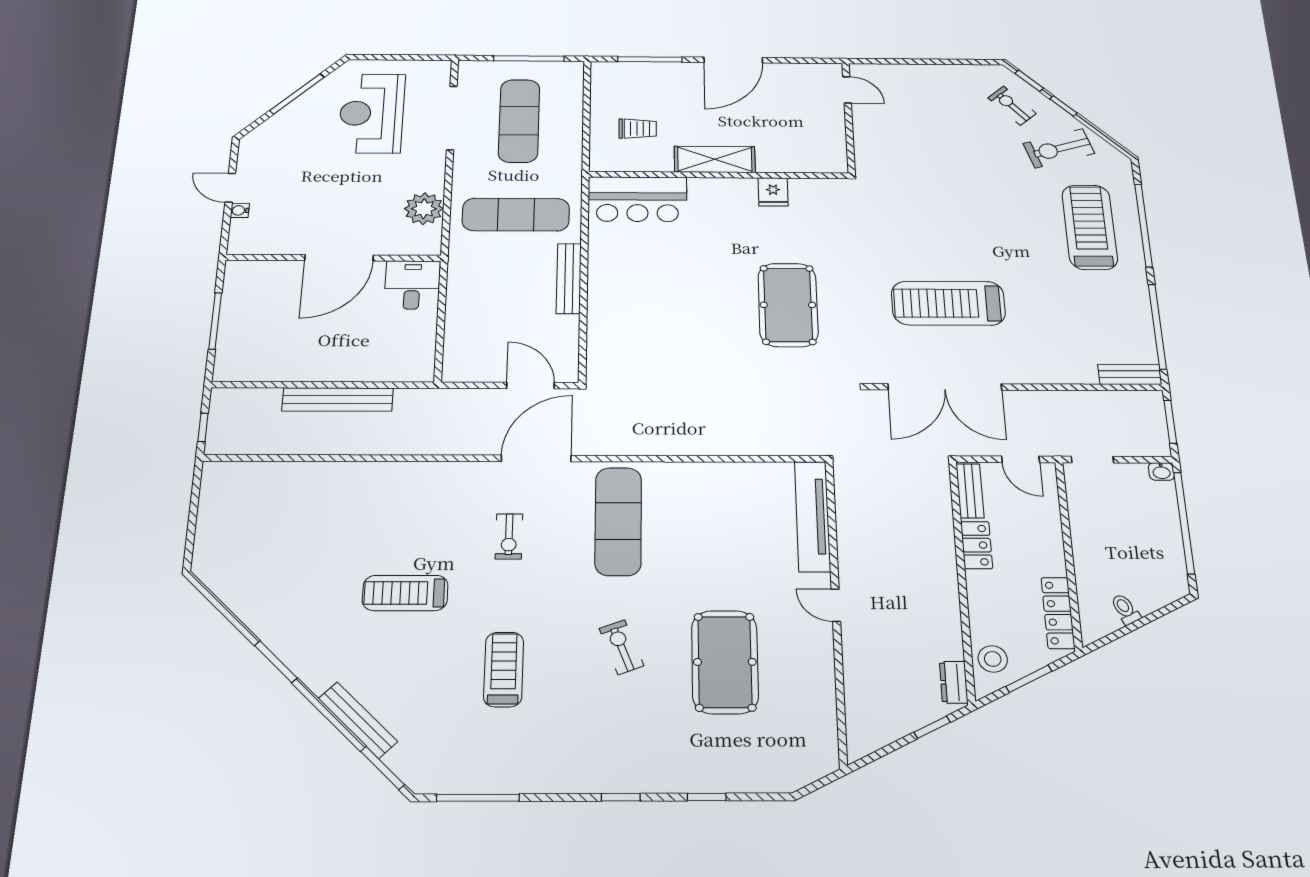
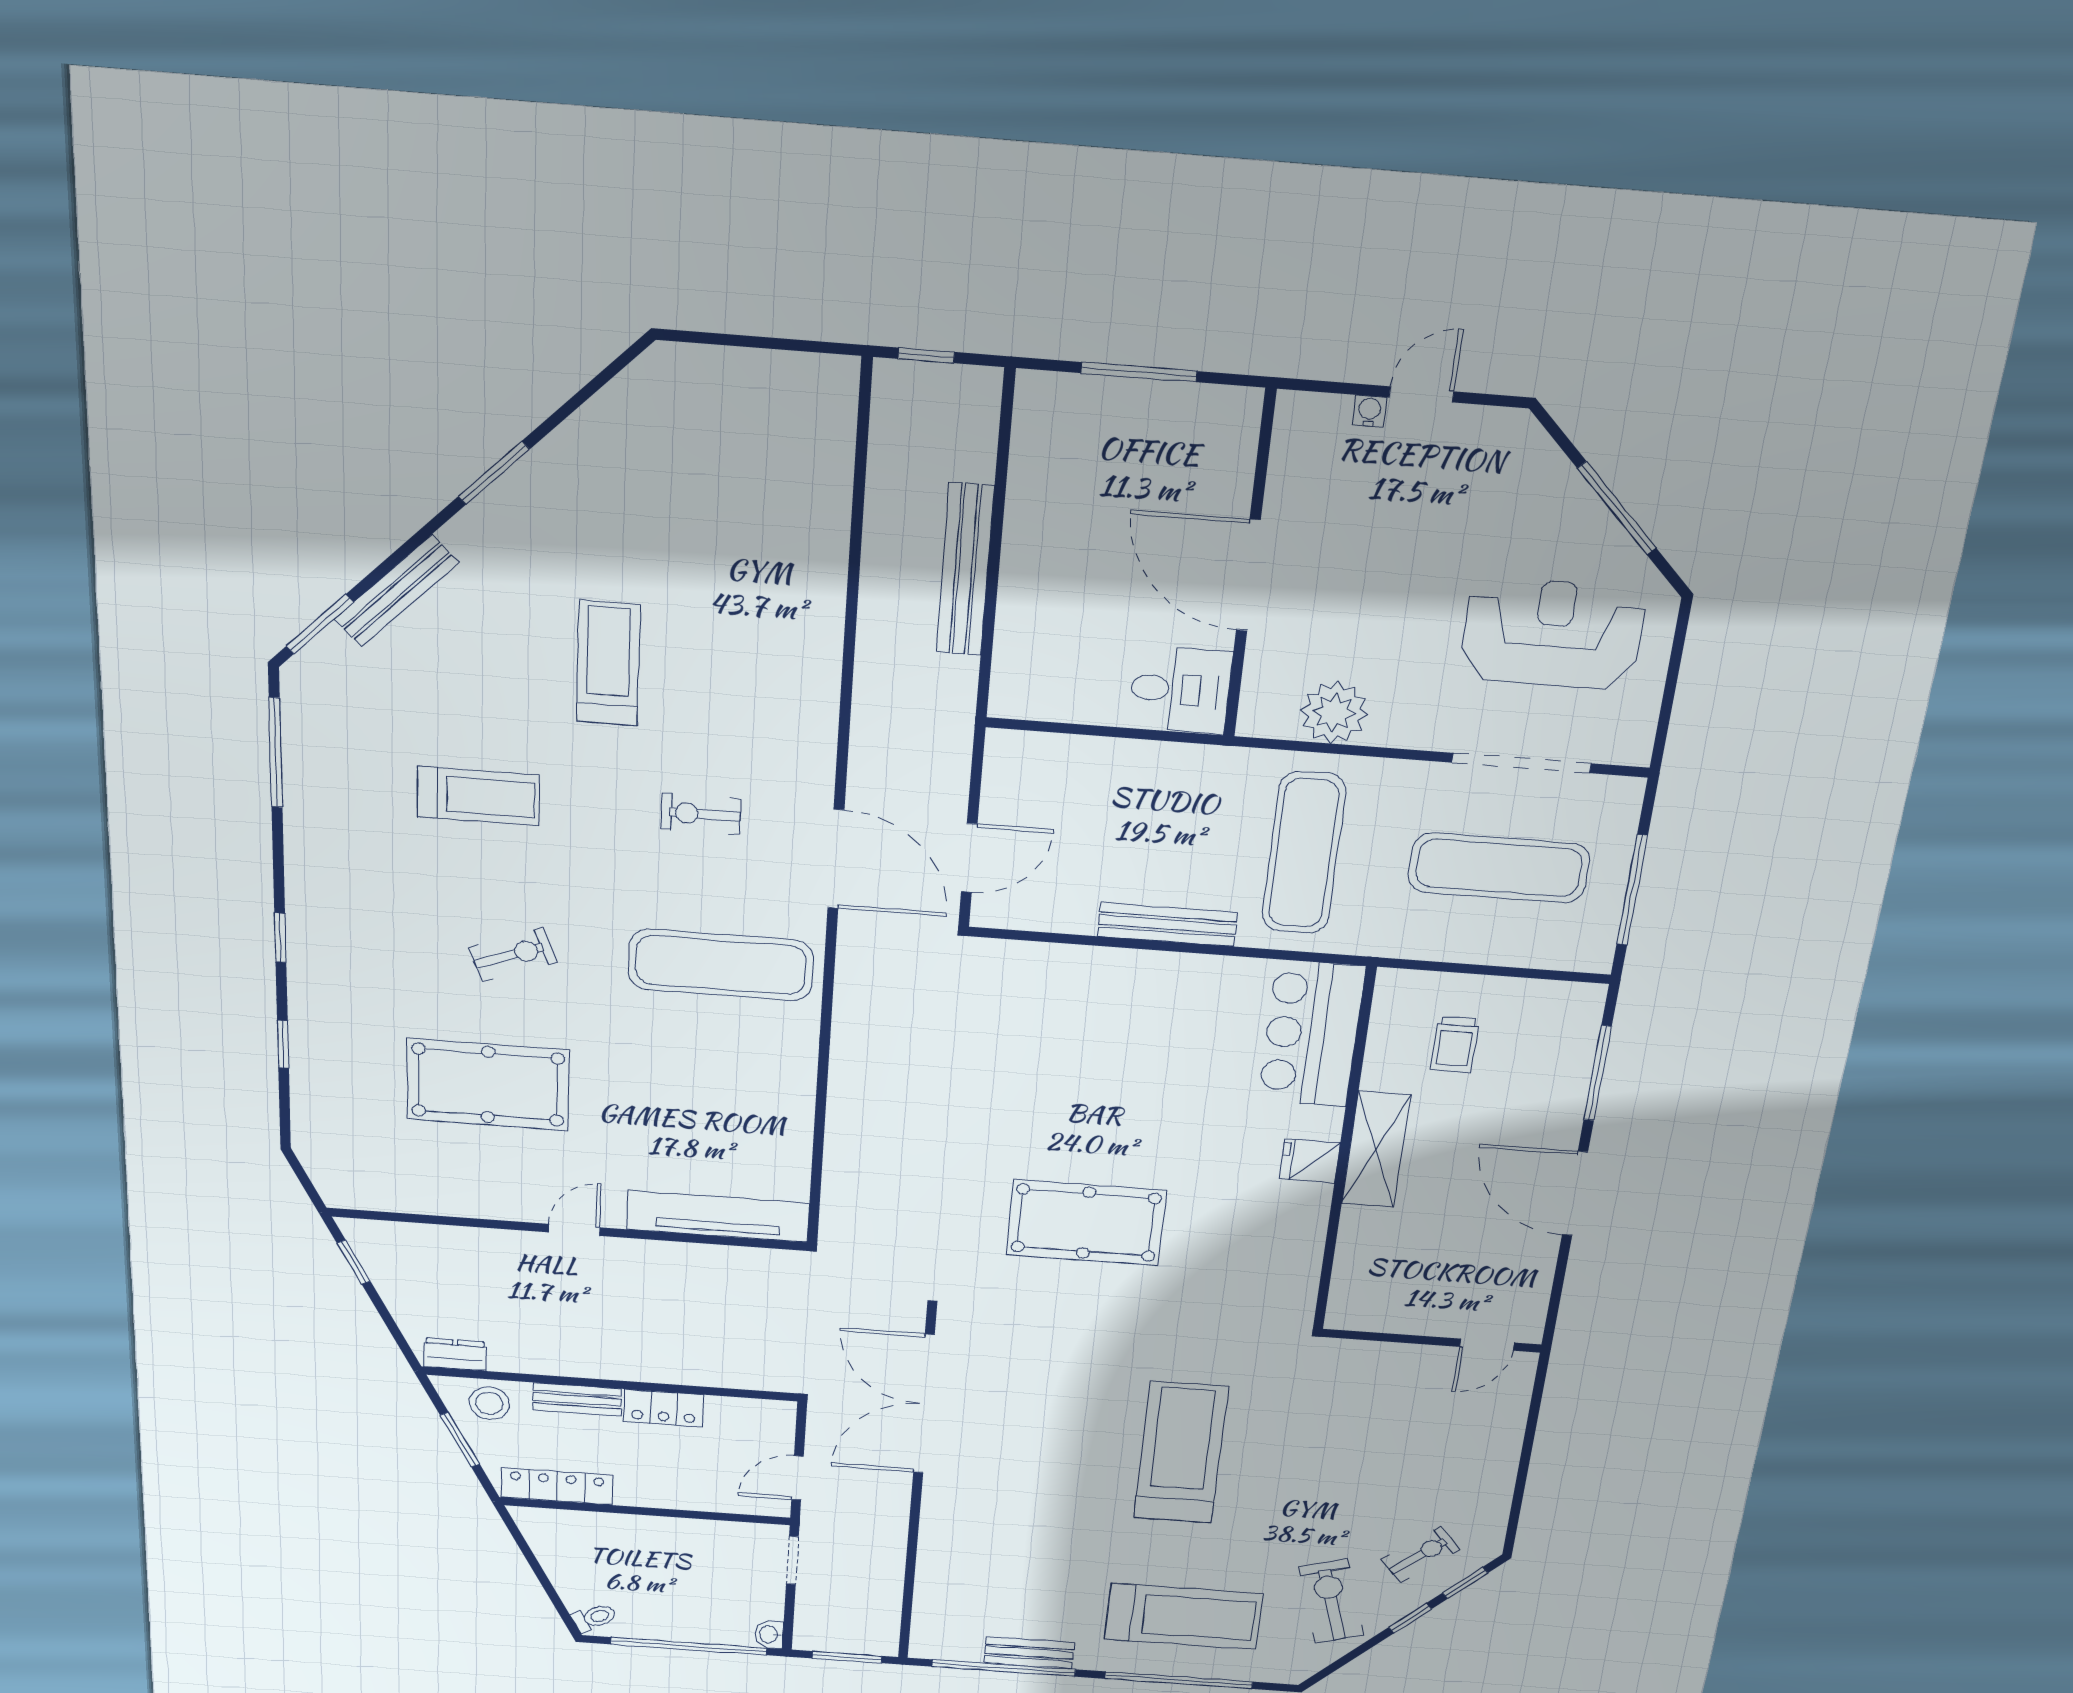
fridge: (773, 192) -> (1310, 1161), moved
treadmill: (948, 303) -> (1181, 1452), moved
bench: (1130, 374) -> (1029, 1653), moved, turned 90
bench: (970, 491) -> (577, 1400), moved
toilet: (1125, 609) -> (594, 1618), moved
window: (932, 727) -> (354, 1262), moved

